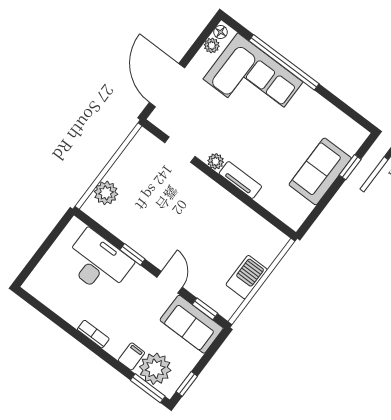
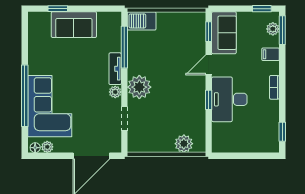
plant: (202, 191) -> (139, 87), added
window: (256, 207) -> (124, 47), added
desk: (98, 263) -> (229, 99), moved
barbecue: (247, 277) -> (142, 21), moved
window: (40, 307) -> (282, 132), added
plant: (155, 369) -> (273, 29), width x0.53, depth x0.53

